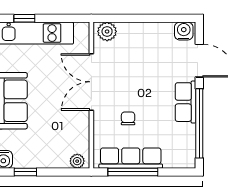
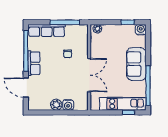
plant: (107, 31) -> (56, 105), moved
water cooler: (184, 31) -> (68, 105), moved
row of seats: (131, 158) -> (47, 30), moved

